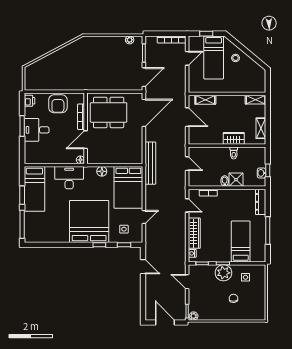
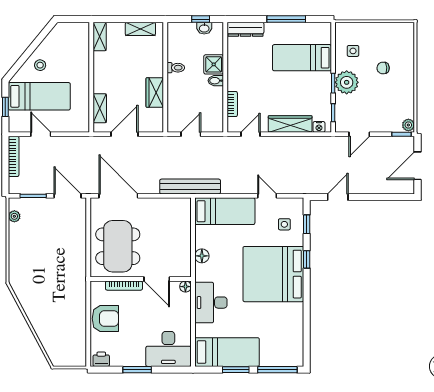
desk: (37, 130) -> (168, 349), moved, width x1.37
wardrobe: (234, 138) -> (155, 93), moved
bed: (128, 187) -> (225, 211), width x0.67

